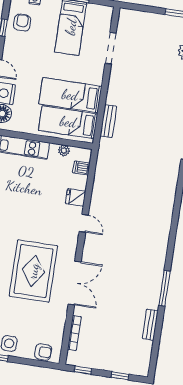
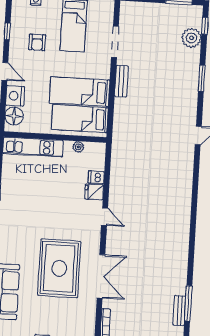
armchair: (22, 23) -> (37, 42), moved, turned 180
bench: (108, 121) -> (121, 81), moved
dishwasher: (81, 168) -> (96, 177), moved
window: (164, 288) -> (188, 303), moved

